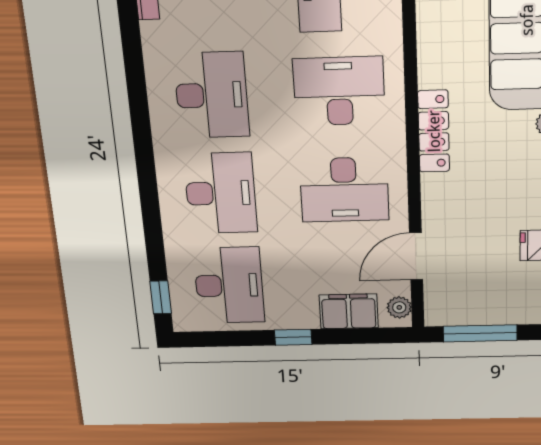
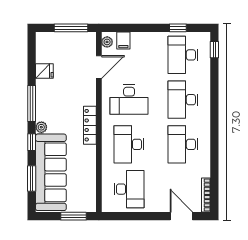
desk: (339, 91) -> (129, 144), turned 90
desk: (344, 190) -> (129, 100), turned 180
filing cabinet: (349, 311) -> (123, 41), width x0.50
window: (293, 337) -> (178, 28), moved

